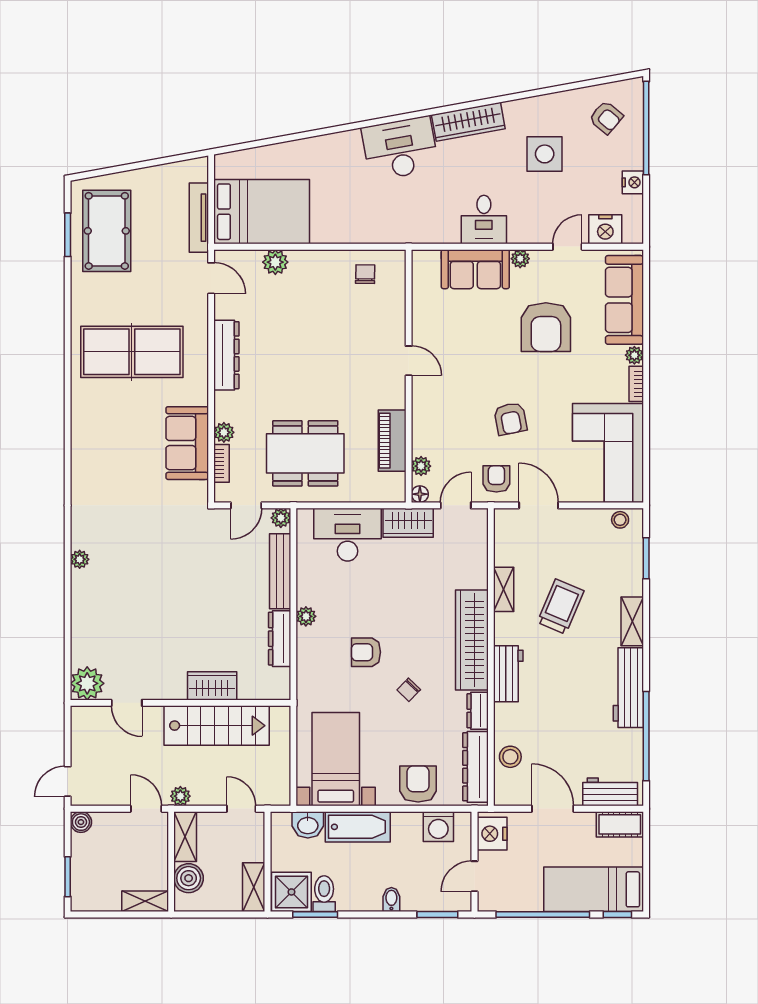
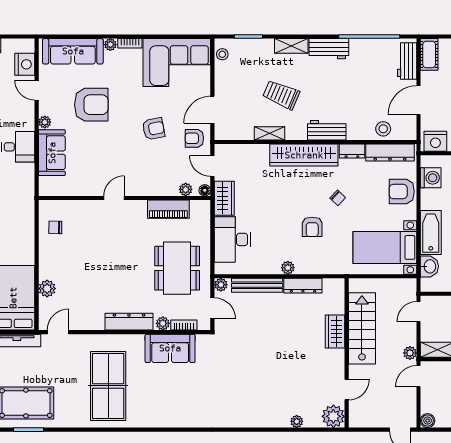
dresser: (226, 355) -> (129, 322), moved
plant: (80, 559) -> (297, 421), moved
workbench: (628, 688) -> (329, 49), width x0.73

